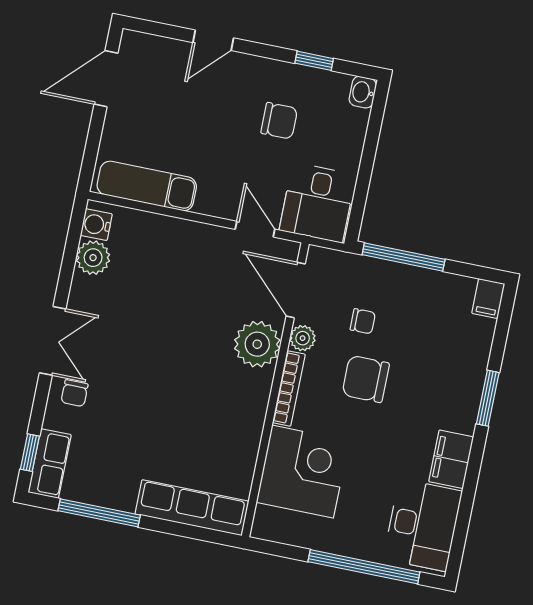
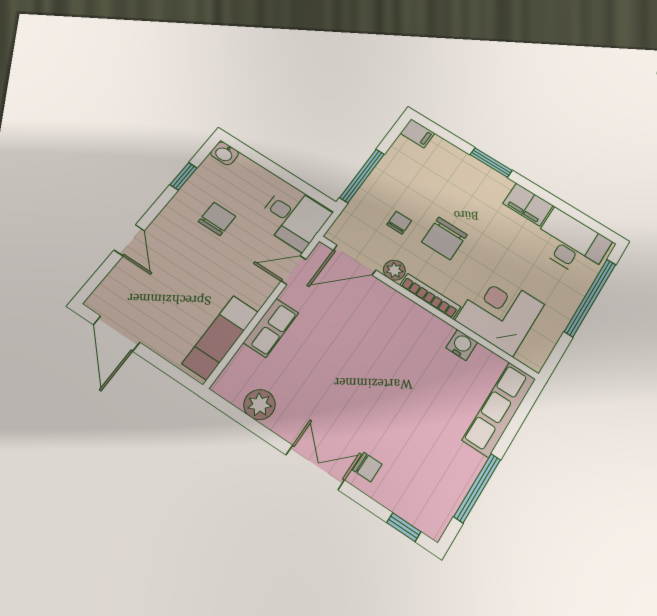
water cooler: (96, 225) -> (462, 345), moved, turned 180
plant: (257, 344) -> (386, 305), removed
row of seats: (50, 464) -> (271, 328), moved, turned 90

